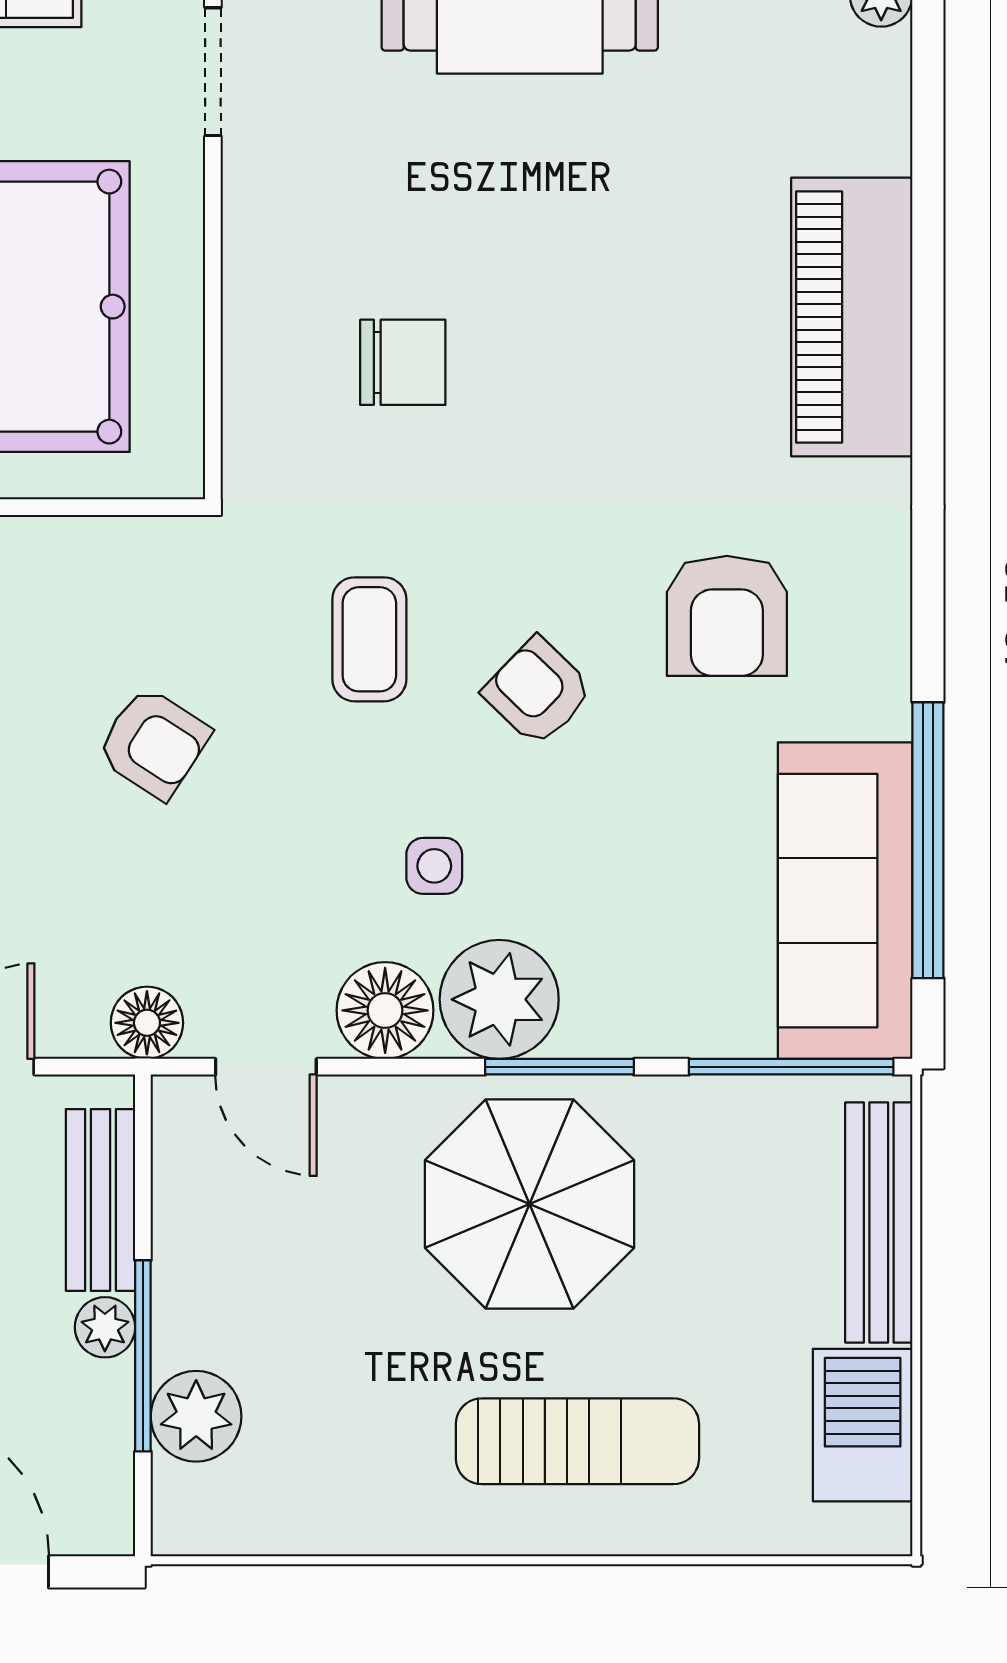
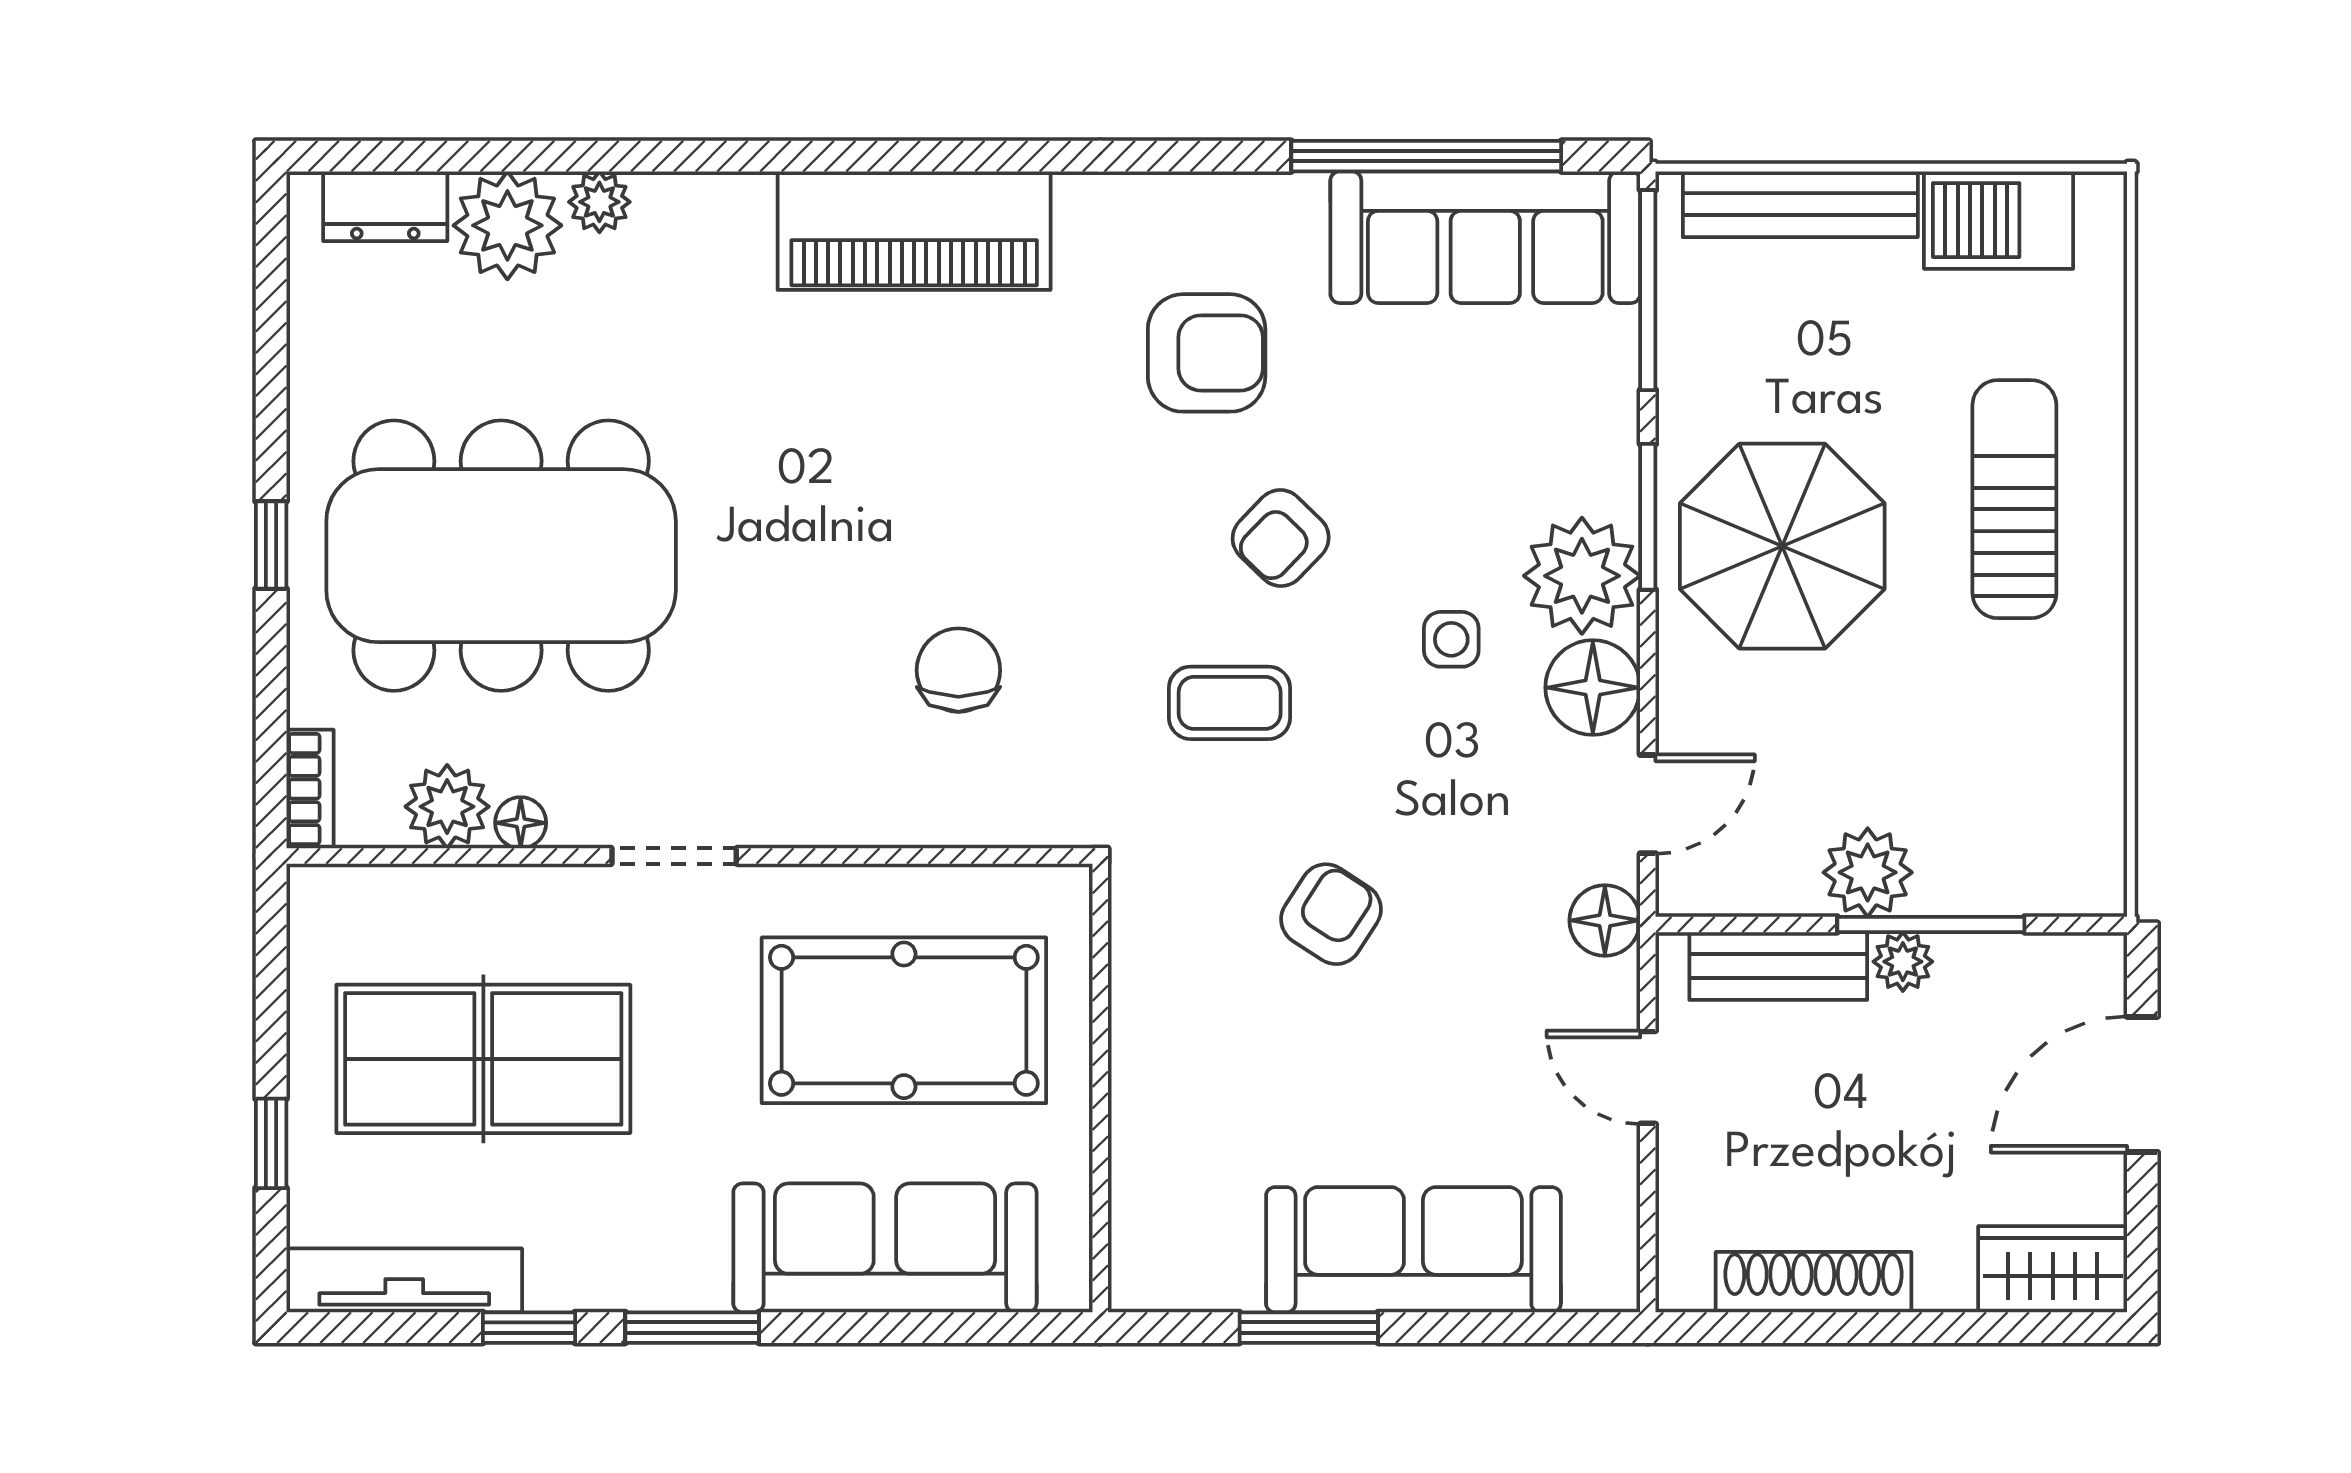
plant: (196, 1416) -> (1868, 872), moved

